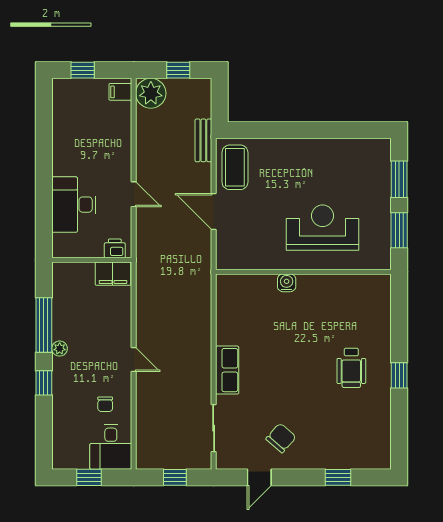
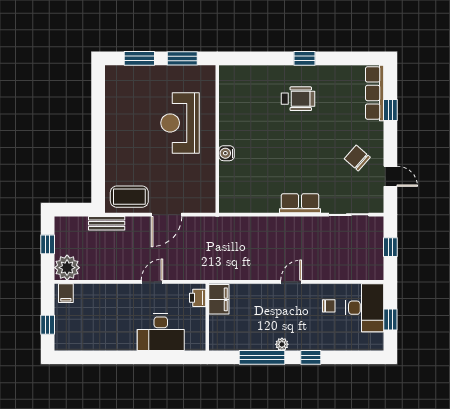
desk: (111, 447) -> (365, 308), width x1.37
row of seats: (358, 459) -> (375, 93), added

